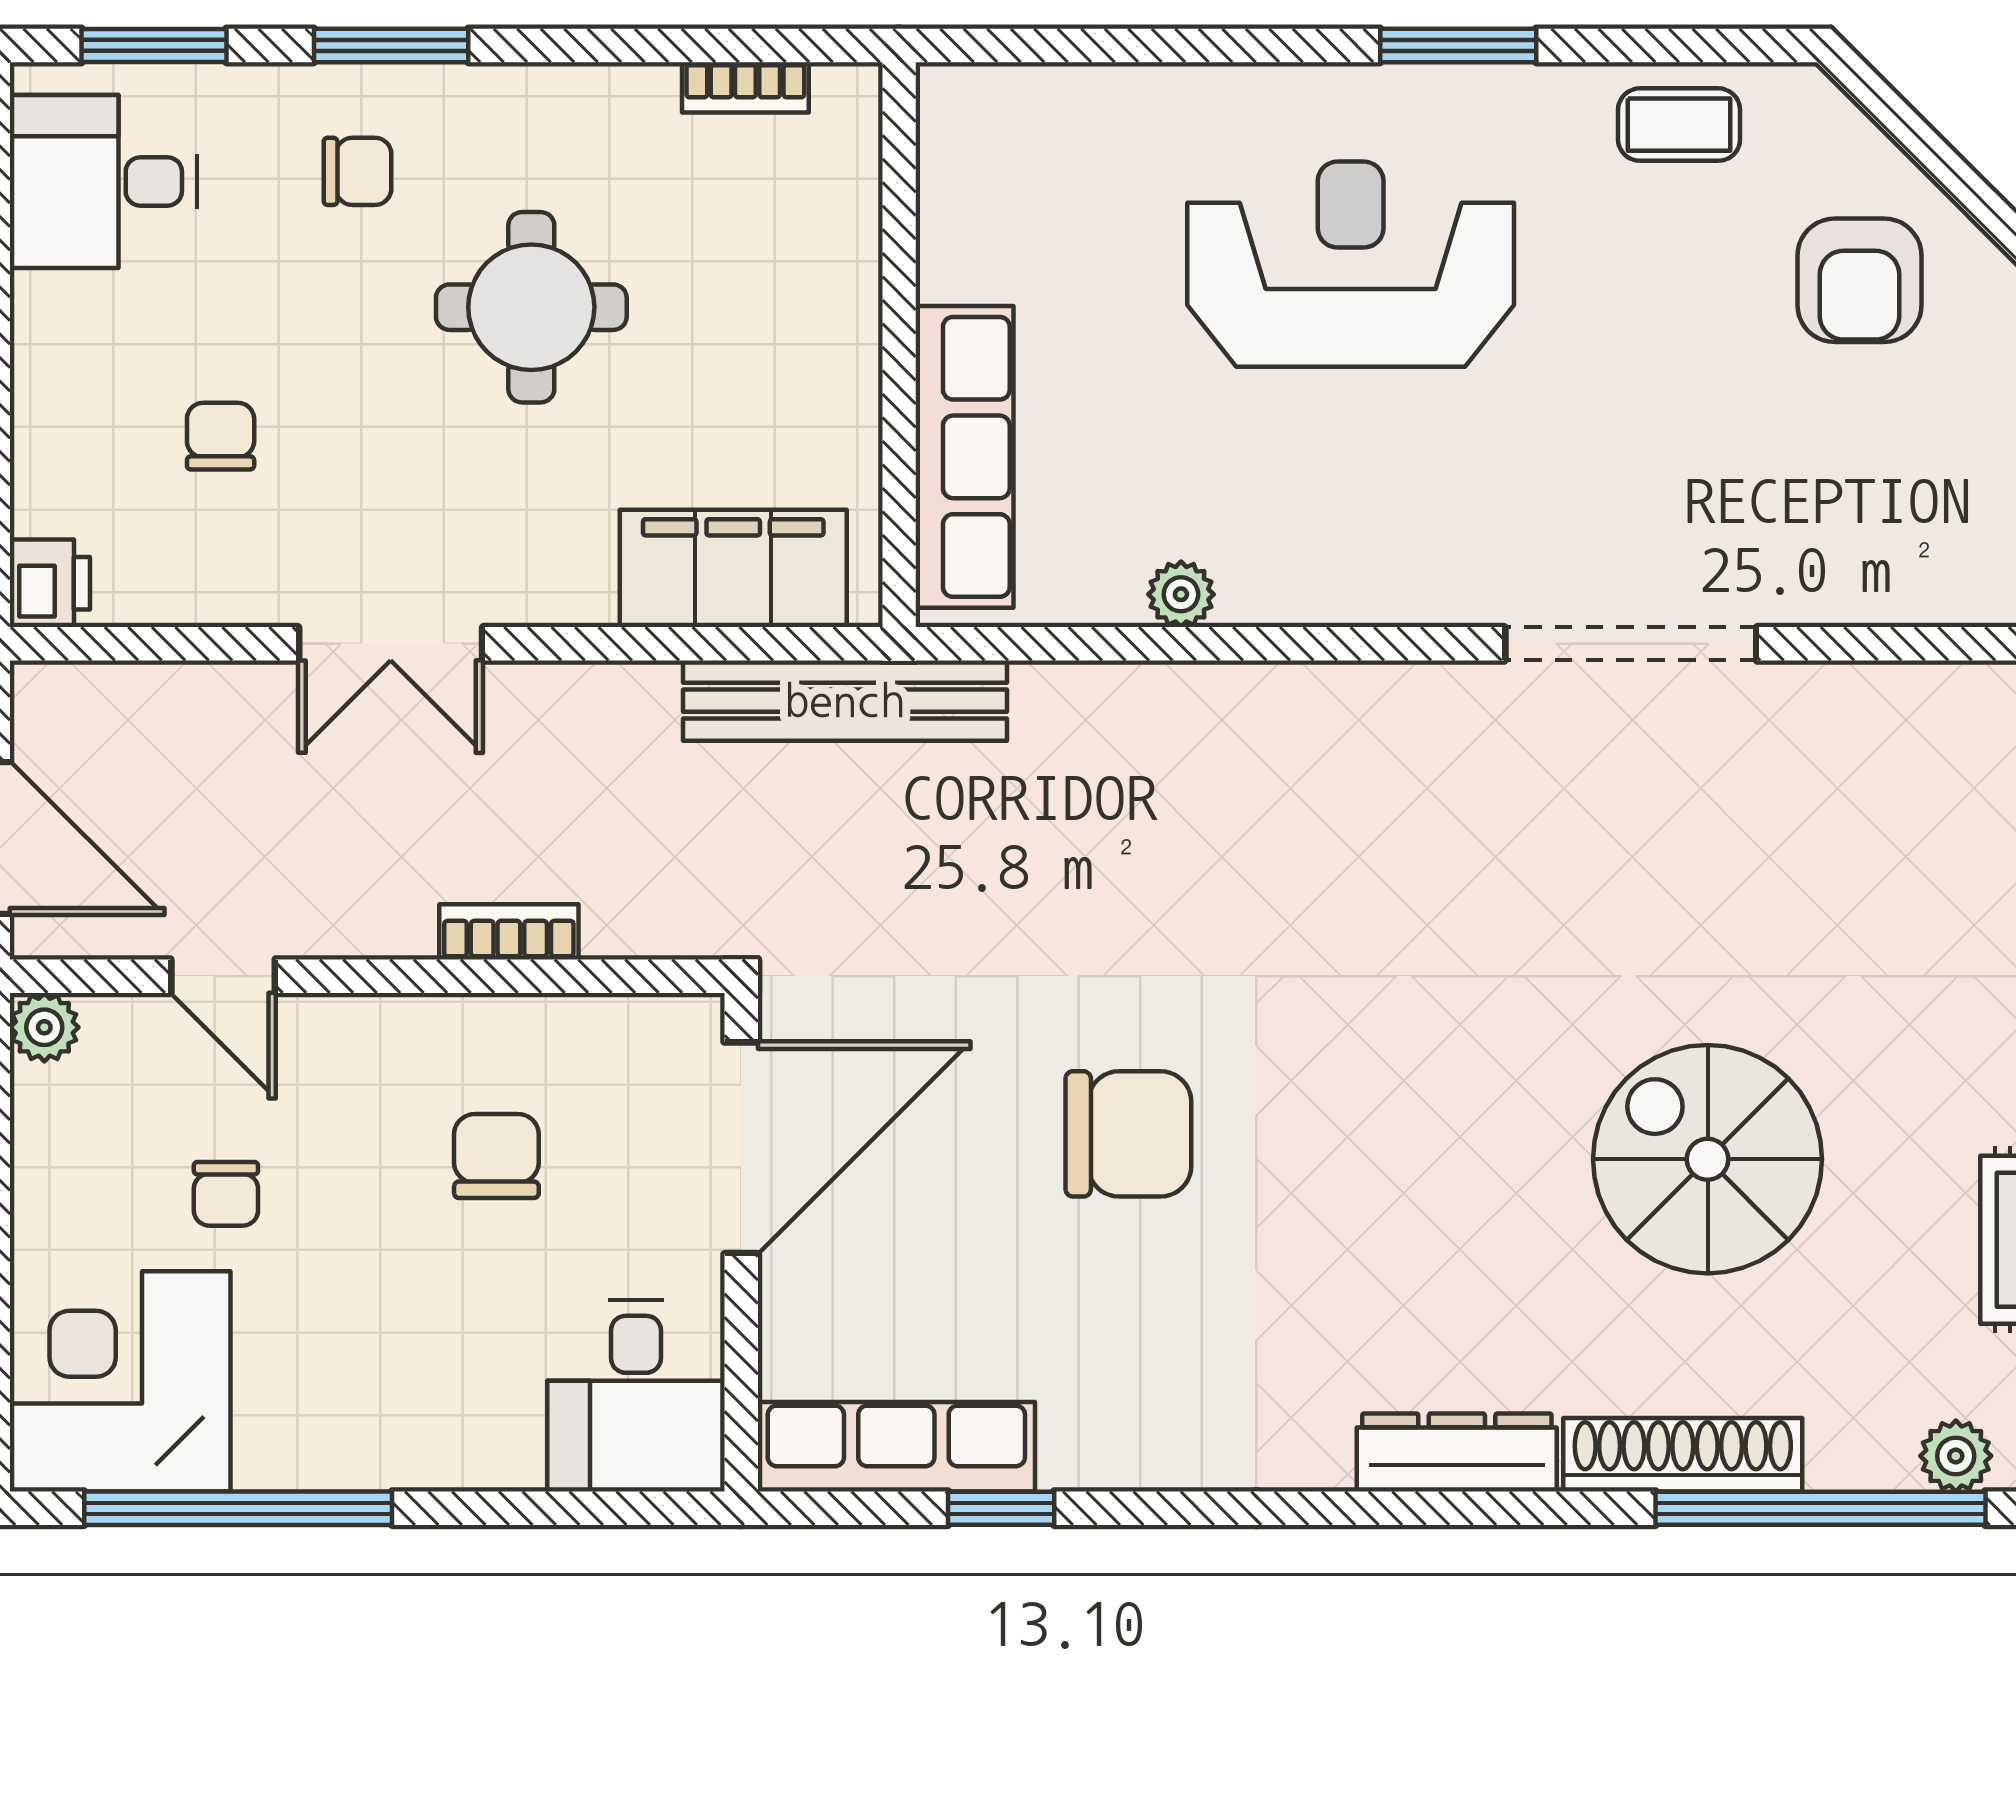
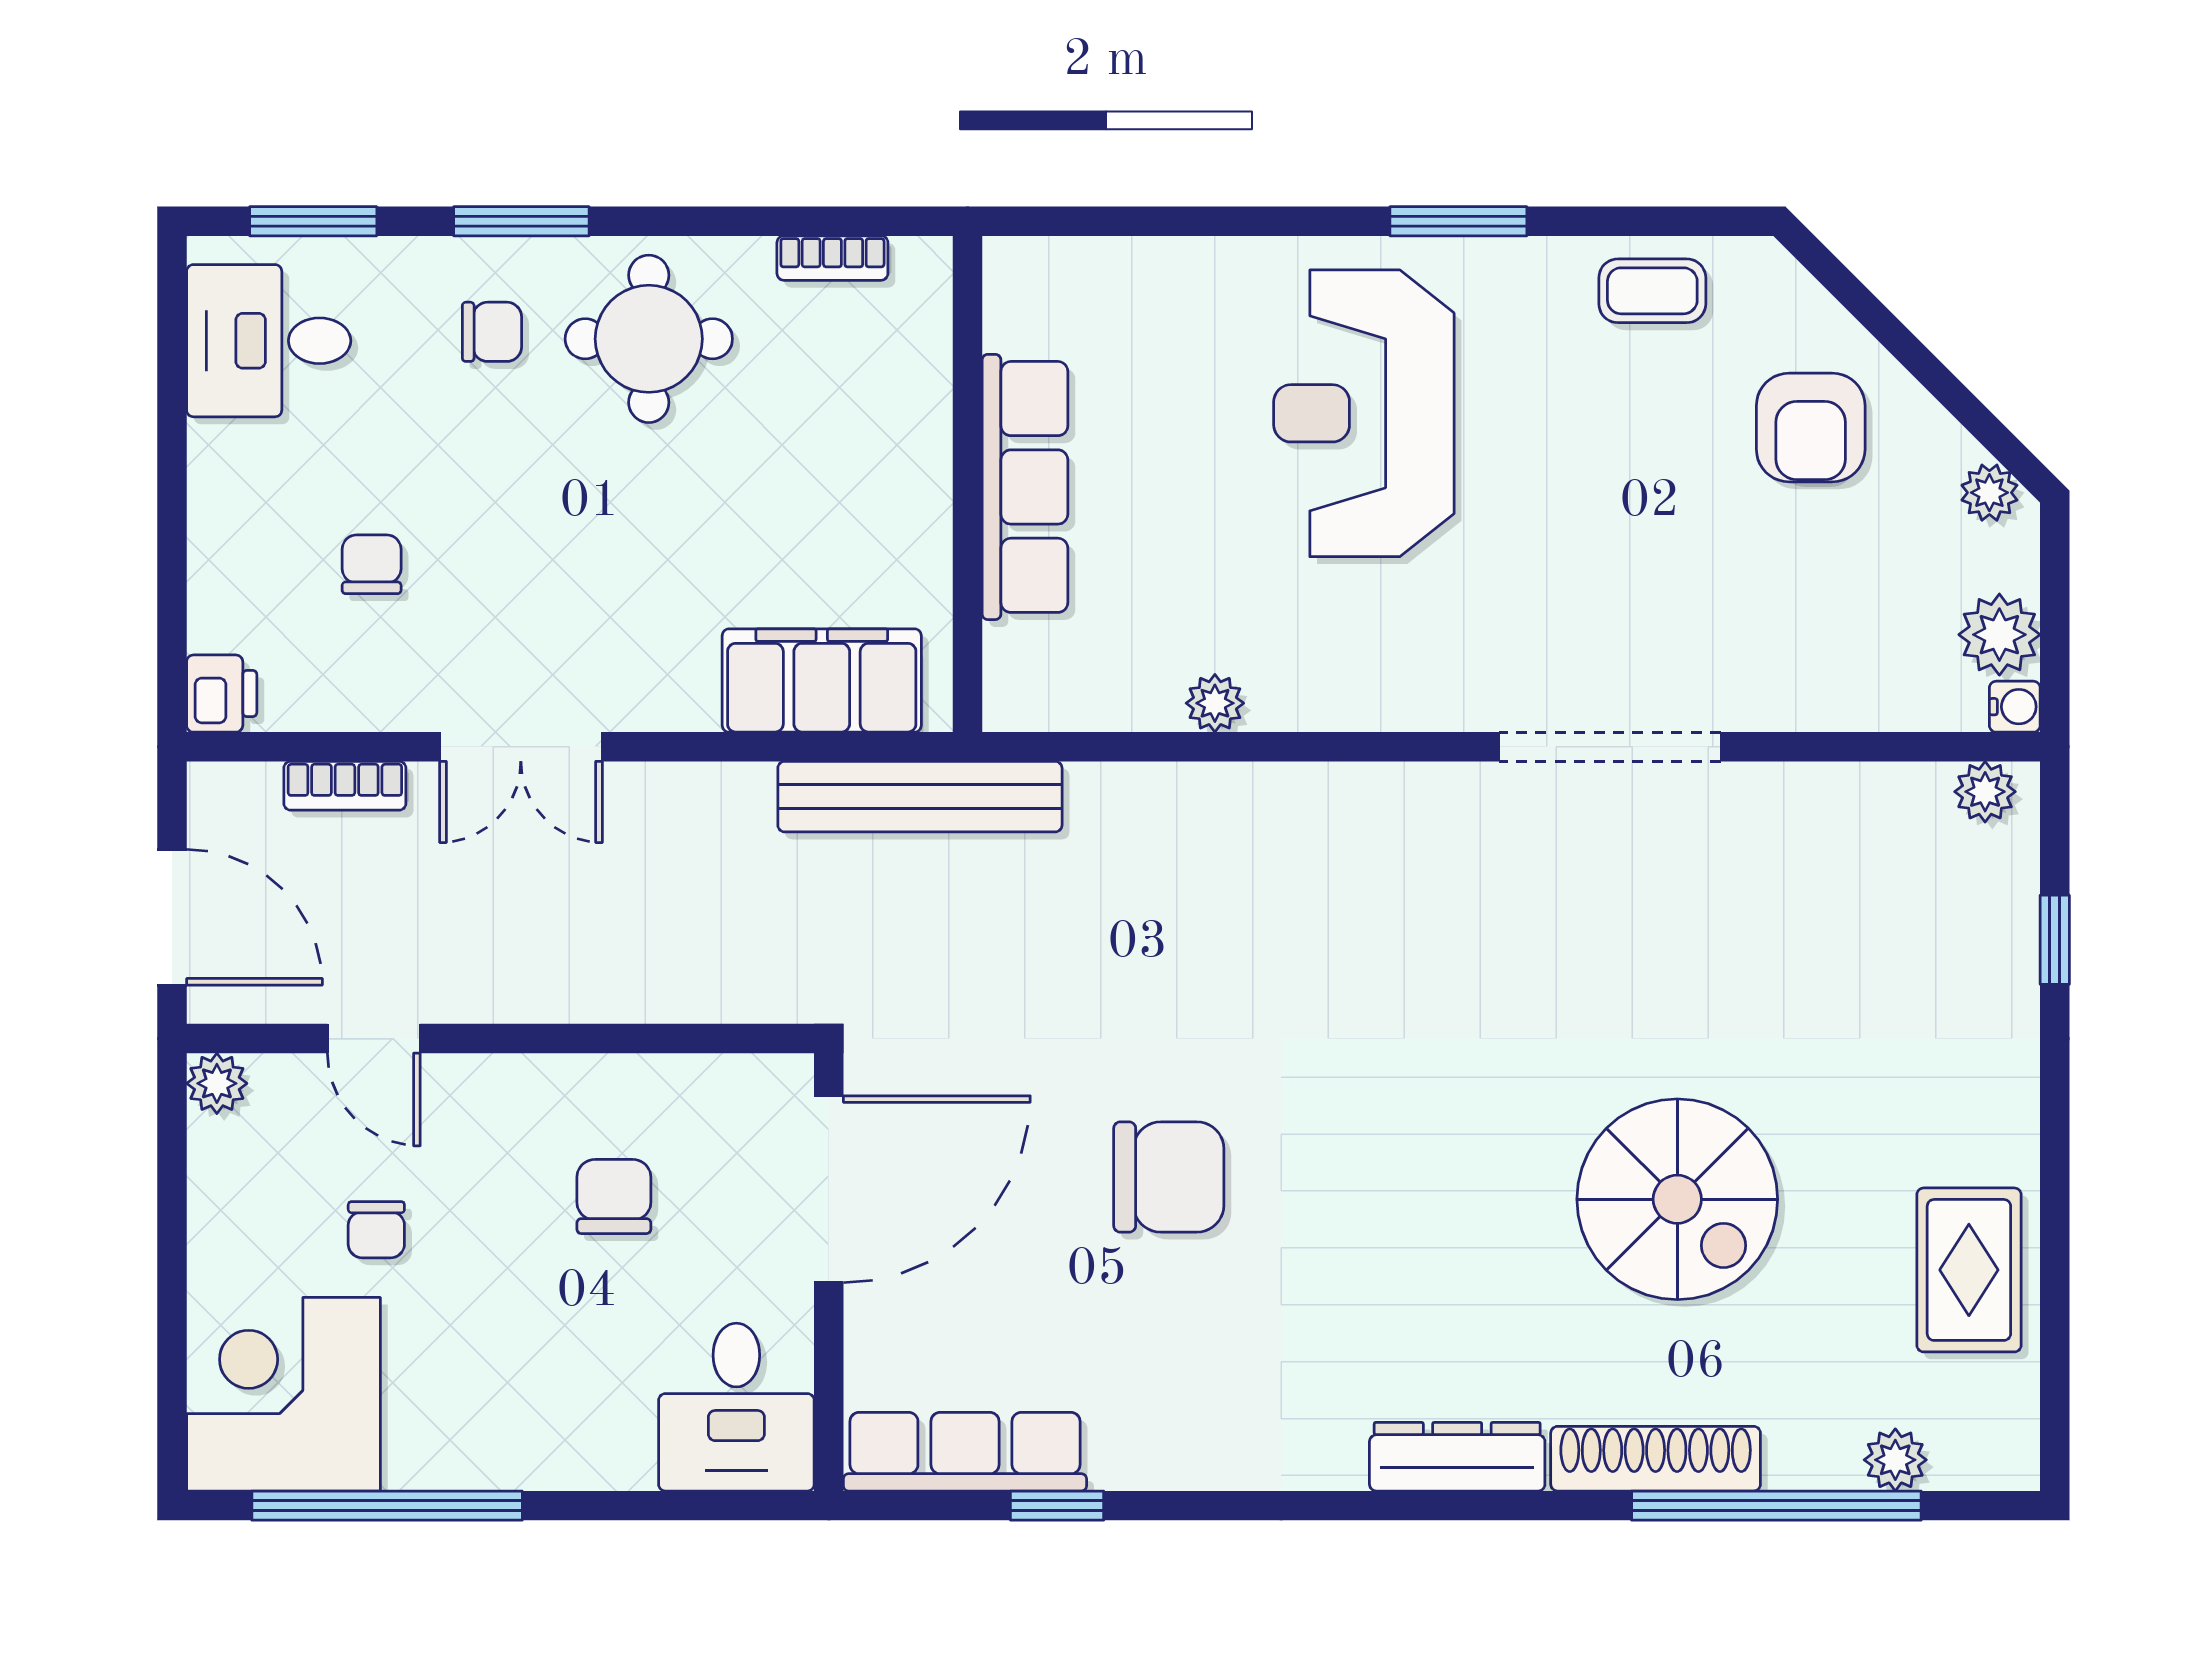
reception desk: (1351, 264) -> (1364, 413), turned -90
round table: (531, 307) -> (649, 339), moved
row of seats: (965, 457) -> (1025, 487), moved
bookcase: (509, 932) -> (345, 786), moved, turned 180
spiral stairs: (1708, 1159) -> (1677, 1199), turned 180

